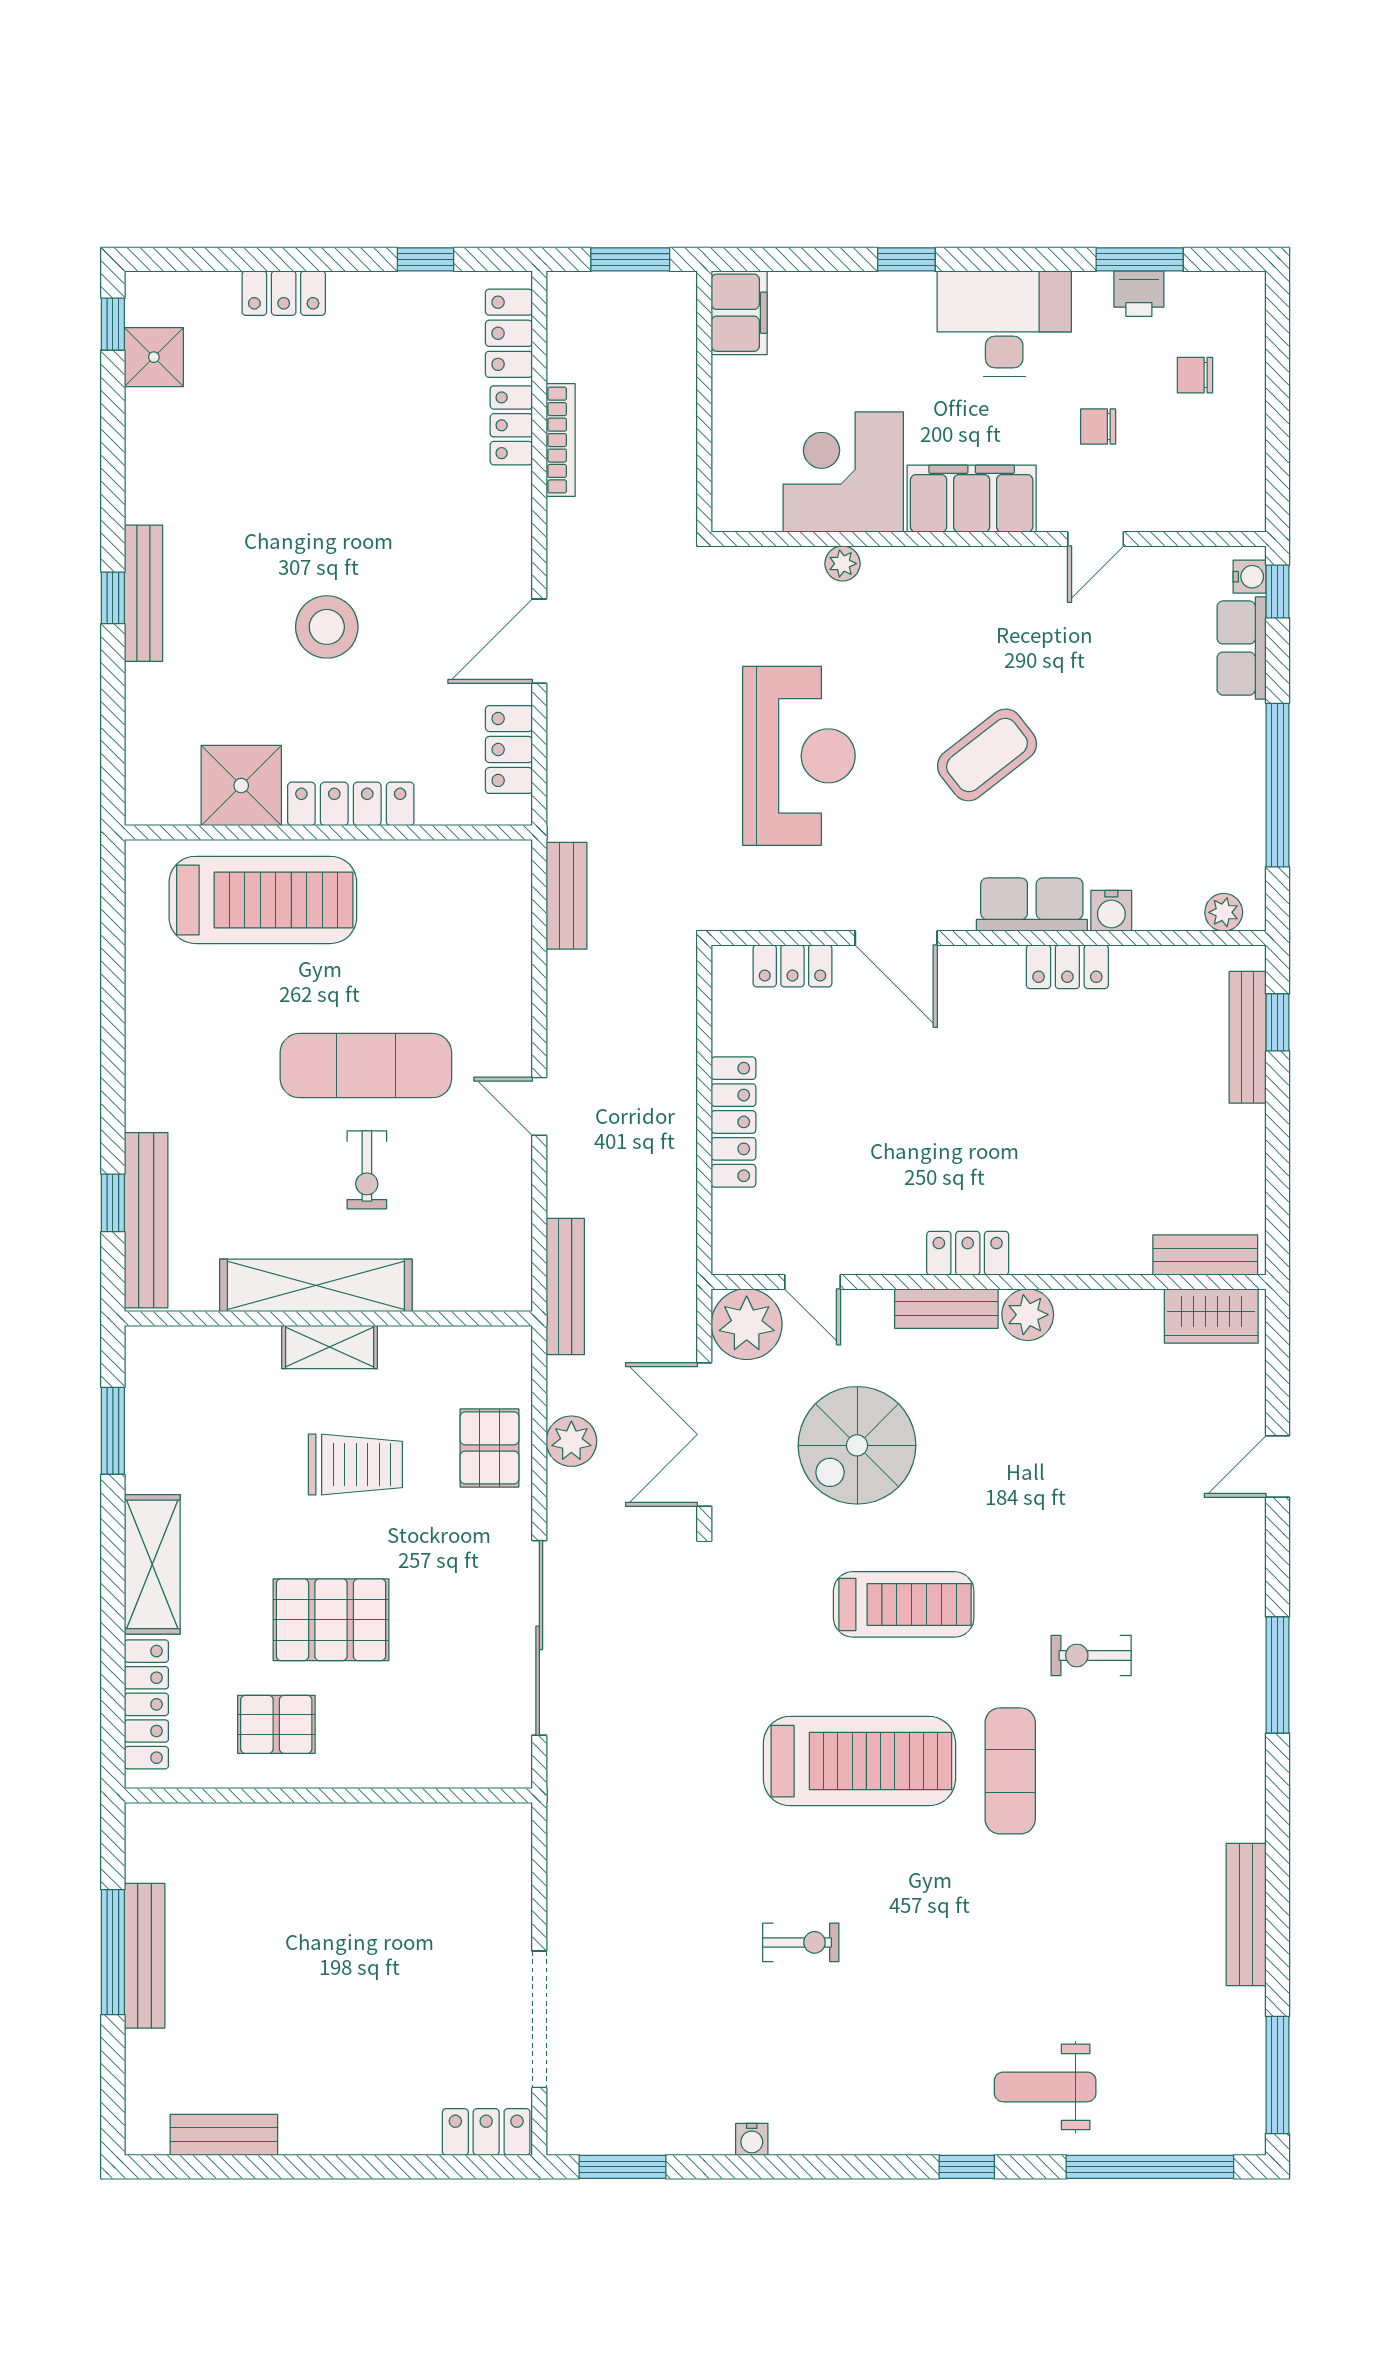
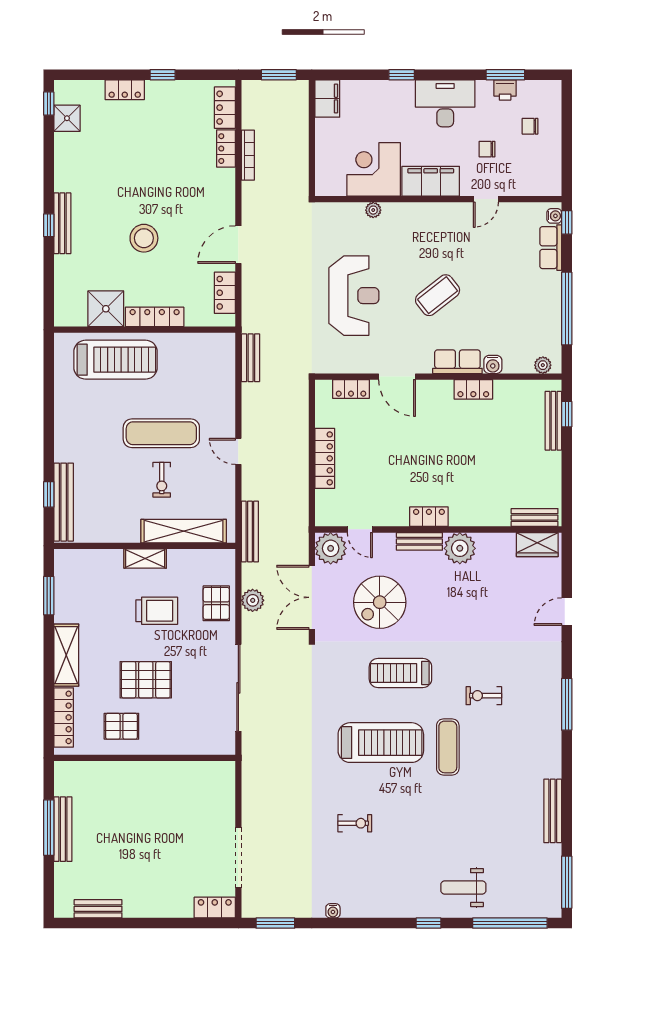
window: (426, 259) -> (163, 75), moved
shelving: (316, 1285) -> (184, 531), moved
plant: (1028, 1315) -> (460, 548), width x1.36, depth x1.36
treadmill: (904, 1604) -> (400, 673), turned 180

